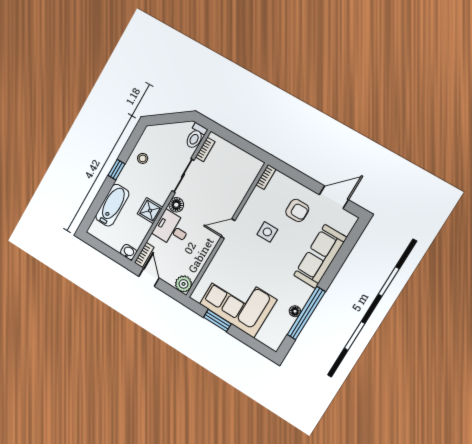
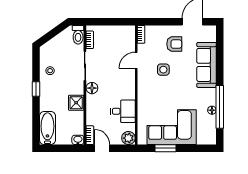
bathtub: (112, 205) -> (47, 128), moved
desk: (172, 229) -> (123, 111), moved, turned 180
door: (228, 229) -> (136, 60), moved

